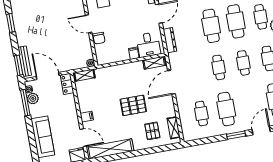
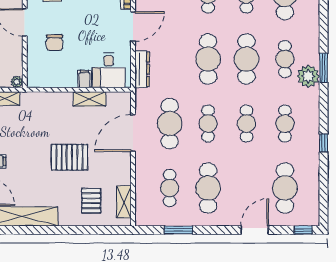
chair: (99, 38) -> (54, 43), moved
shelving: (154, 63) -> (89, 99), moved
cafe table: (194, 72) -> (170, 124), added
window: (236, 135) -> (178, 230), moved

